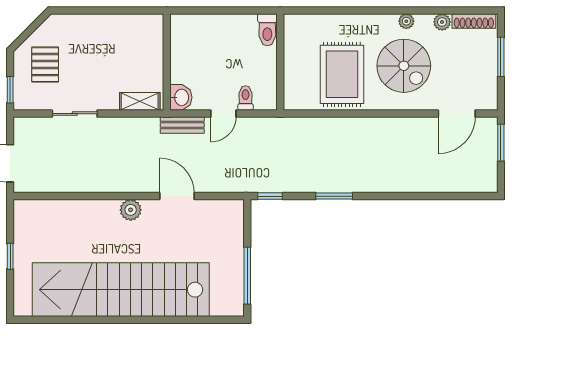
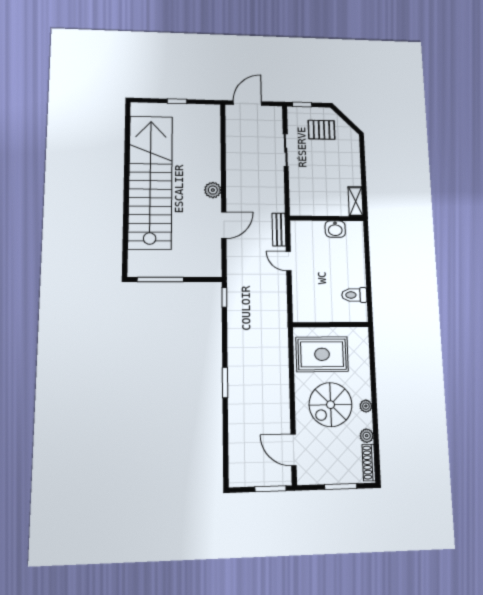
wall: (280, 62) -> (331, 325), moved
washbasin: (181, 97) -> (335, 229), moved
toilet: (246, 98) -> (301, 278), removed
shelving: (140, 101) -> (356, 202), moved
window: (334, 196) -> (225, 383), moved

